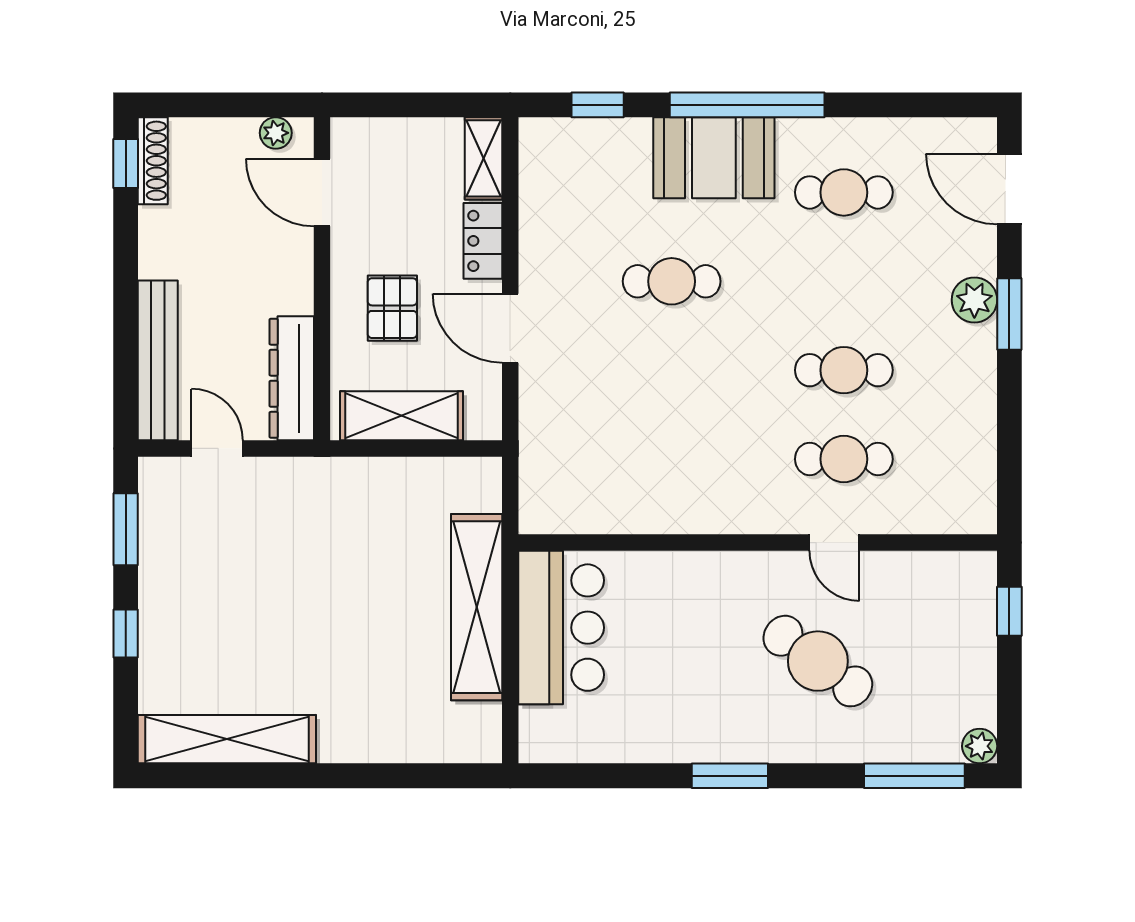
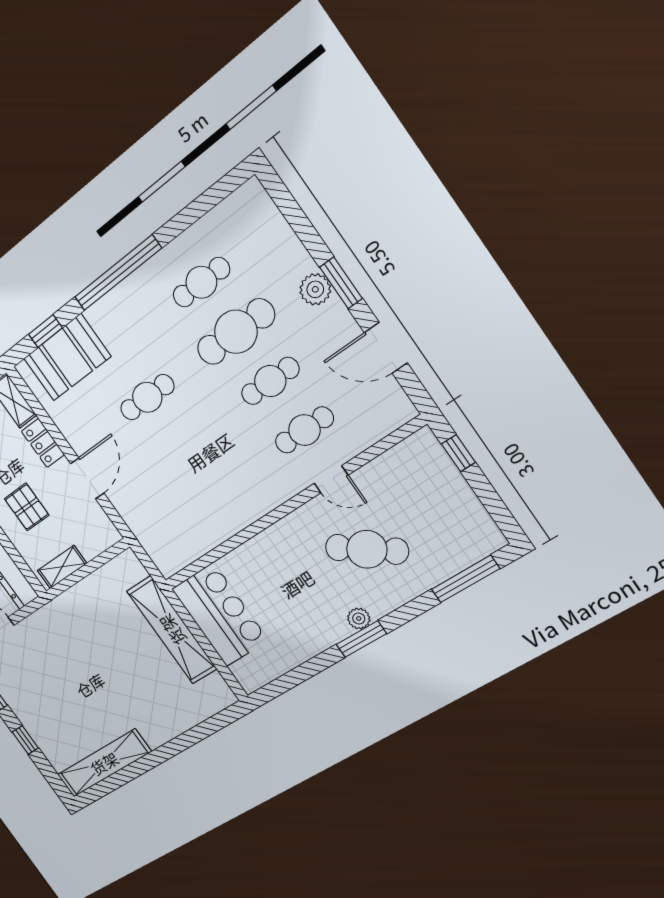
booth: (714, 158) -> (67, 357), moved
door: (1009, 189) -> (386, 348), moved
cafe table: (844, 281) -> (236, 332), added
door: (510, 328) -> (87, 478), swing flipped
shelving: (401, 416) -> (62, 567), width x0.67, depth x0.75
plant: (980, 746) -> (359, 619), moved

